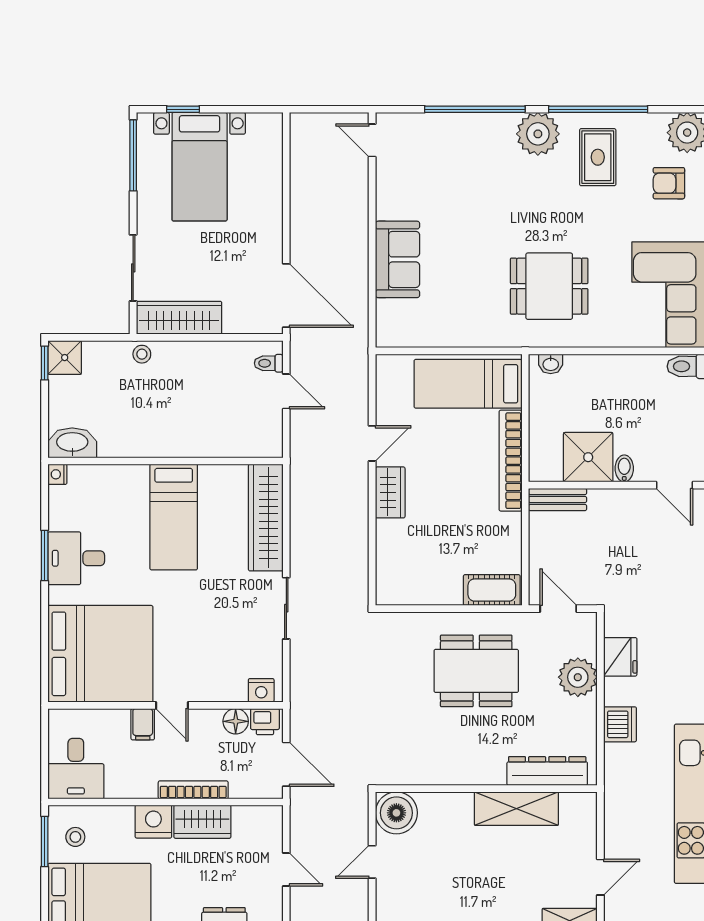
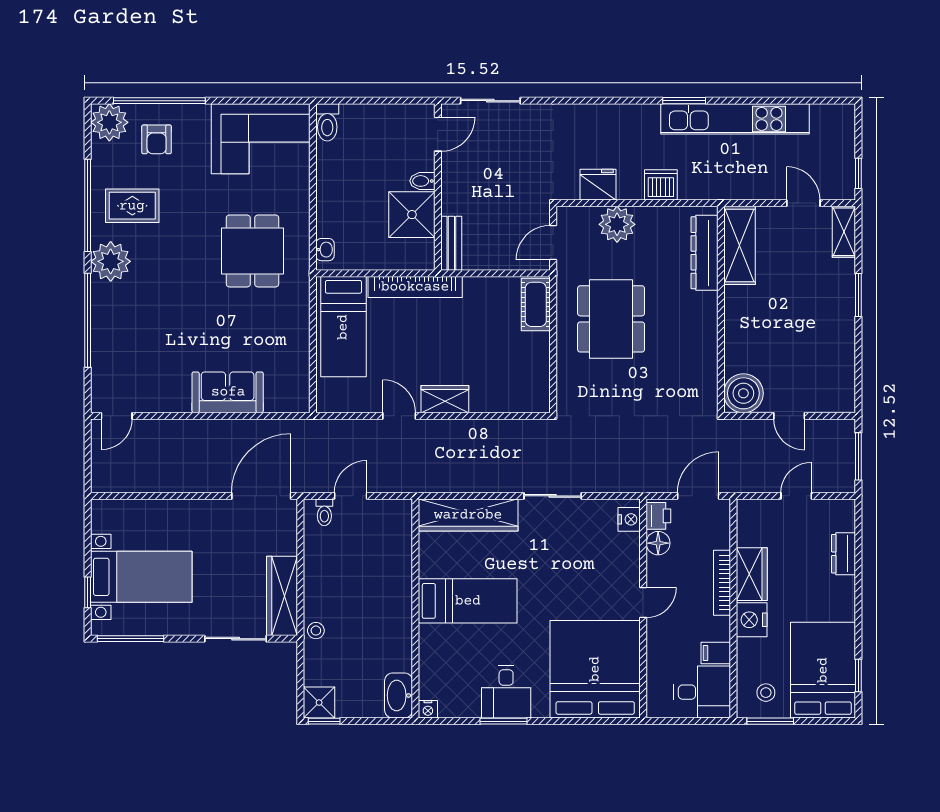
filing cabinet: (143, 724) -> (716, 653), moved, turned 180
shelving: (516, 809) -> (739, 245), moved

